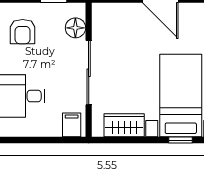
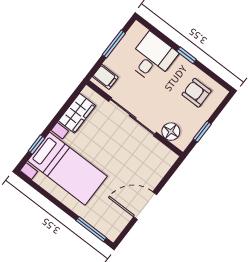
window: (36, 140) -> (114, 44), added

